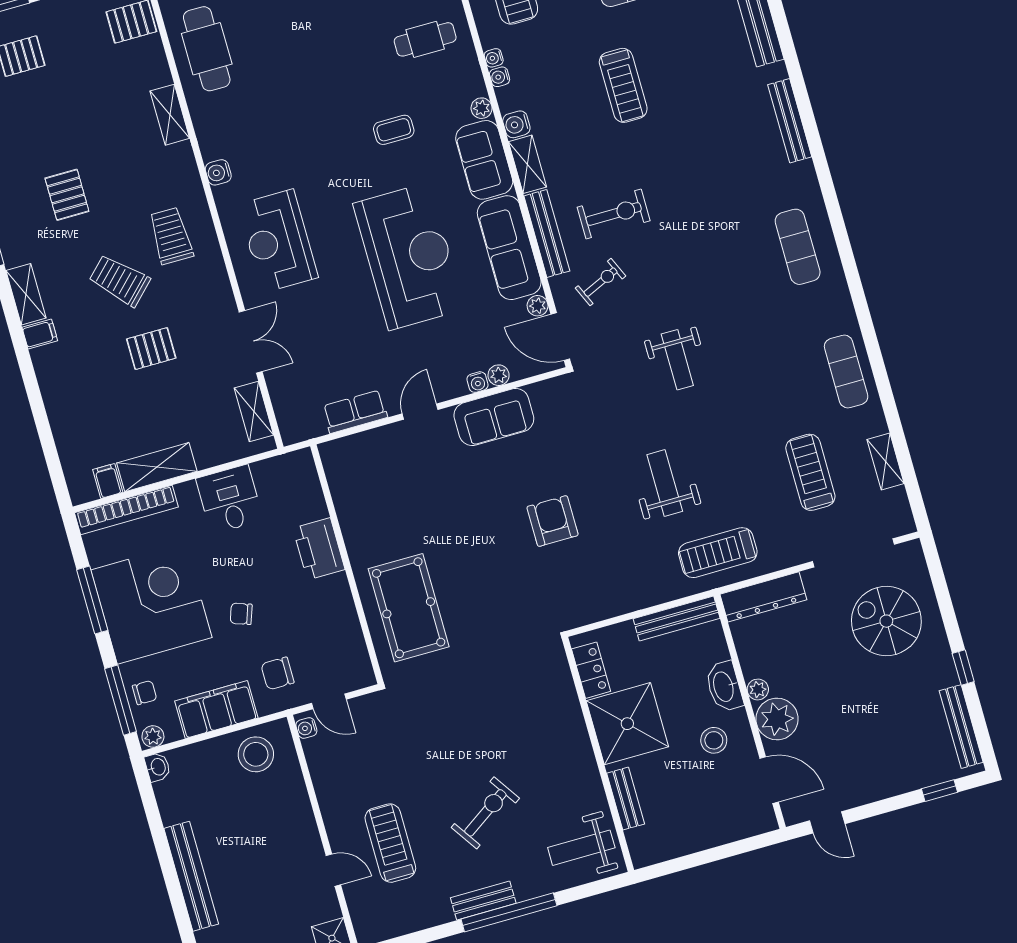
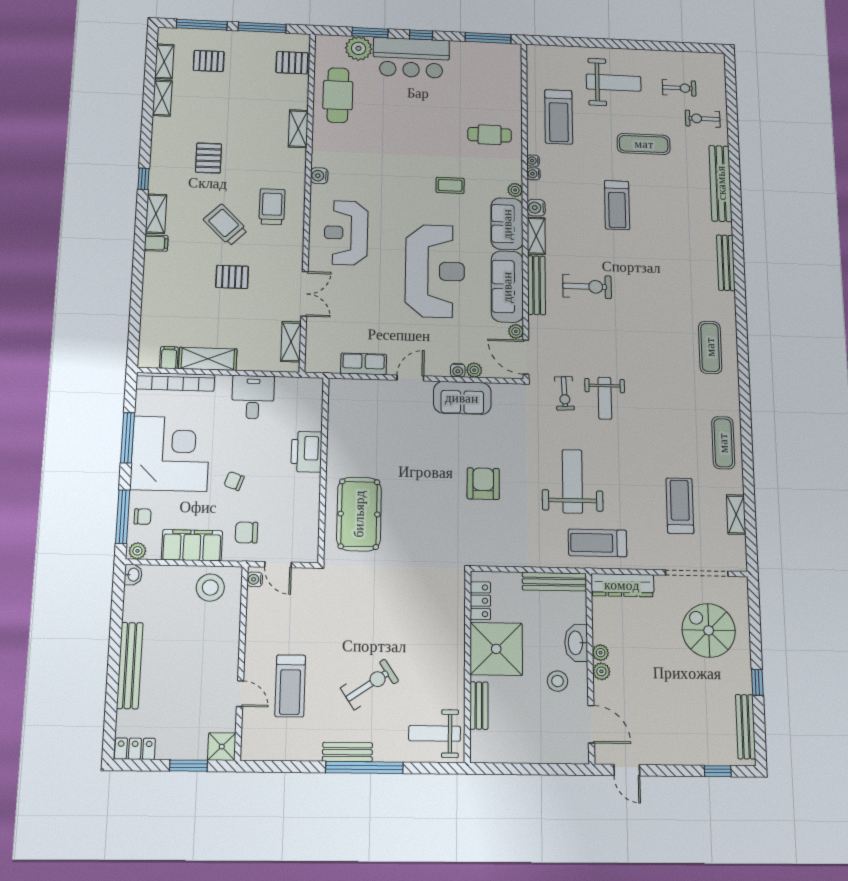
exercise bike: (601, 282) -> (564, 393), moved, turned 111
weight bench: (665, 483) -> (572, 481), width x1.36, depth x1.33
plant: (777, 719) -> (601, 671), width x0.53, depth x0.53
treadmill: (390, 843) -> (290, 686), turned 180

